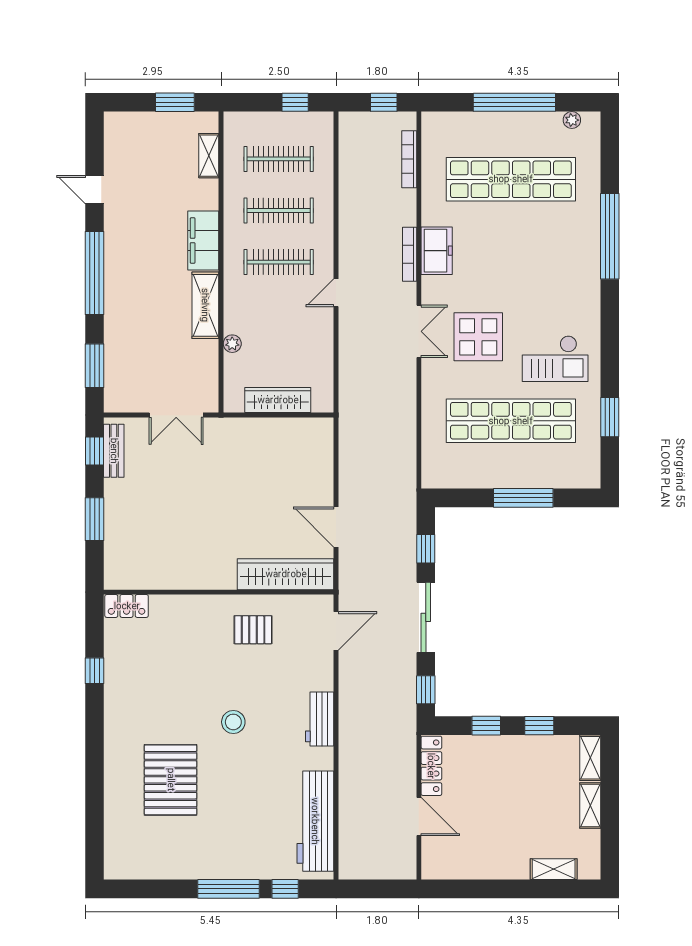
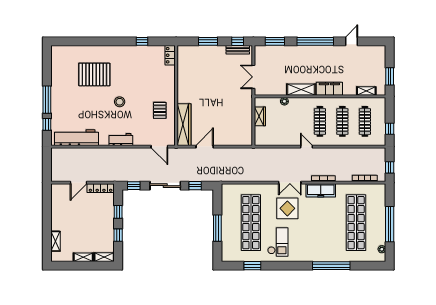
freezer: (437, 251) -> (321, 190), width x1.40
checkout: (555, 359) -> (278, 242), turned 180
wardrobe: (278, 400) -> (260, 116), width x0.67

